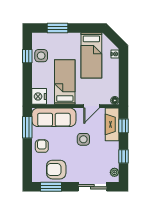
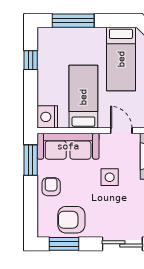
window: (58, 28) -> (73, 21), width x1.44
side table: (41, 56) -> (50, 59), removed
door: (92, 106) -> (121, 131), swing flipped

